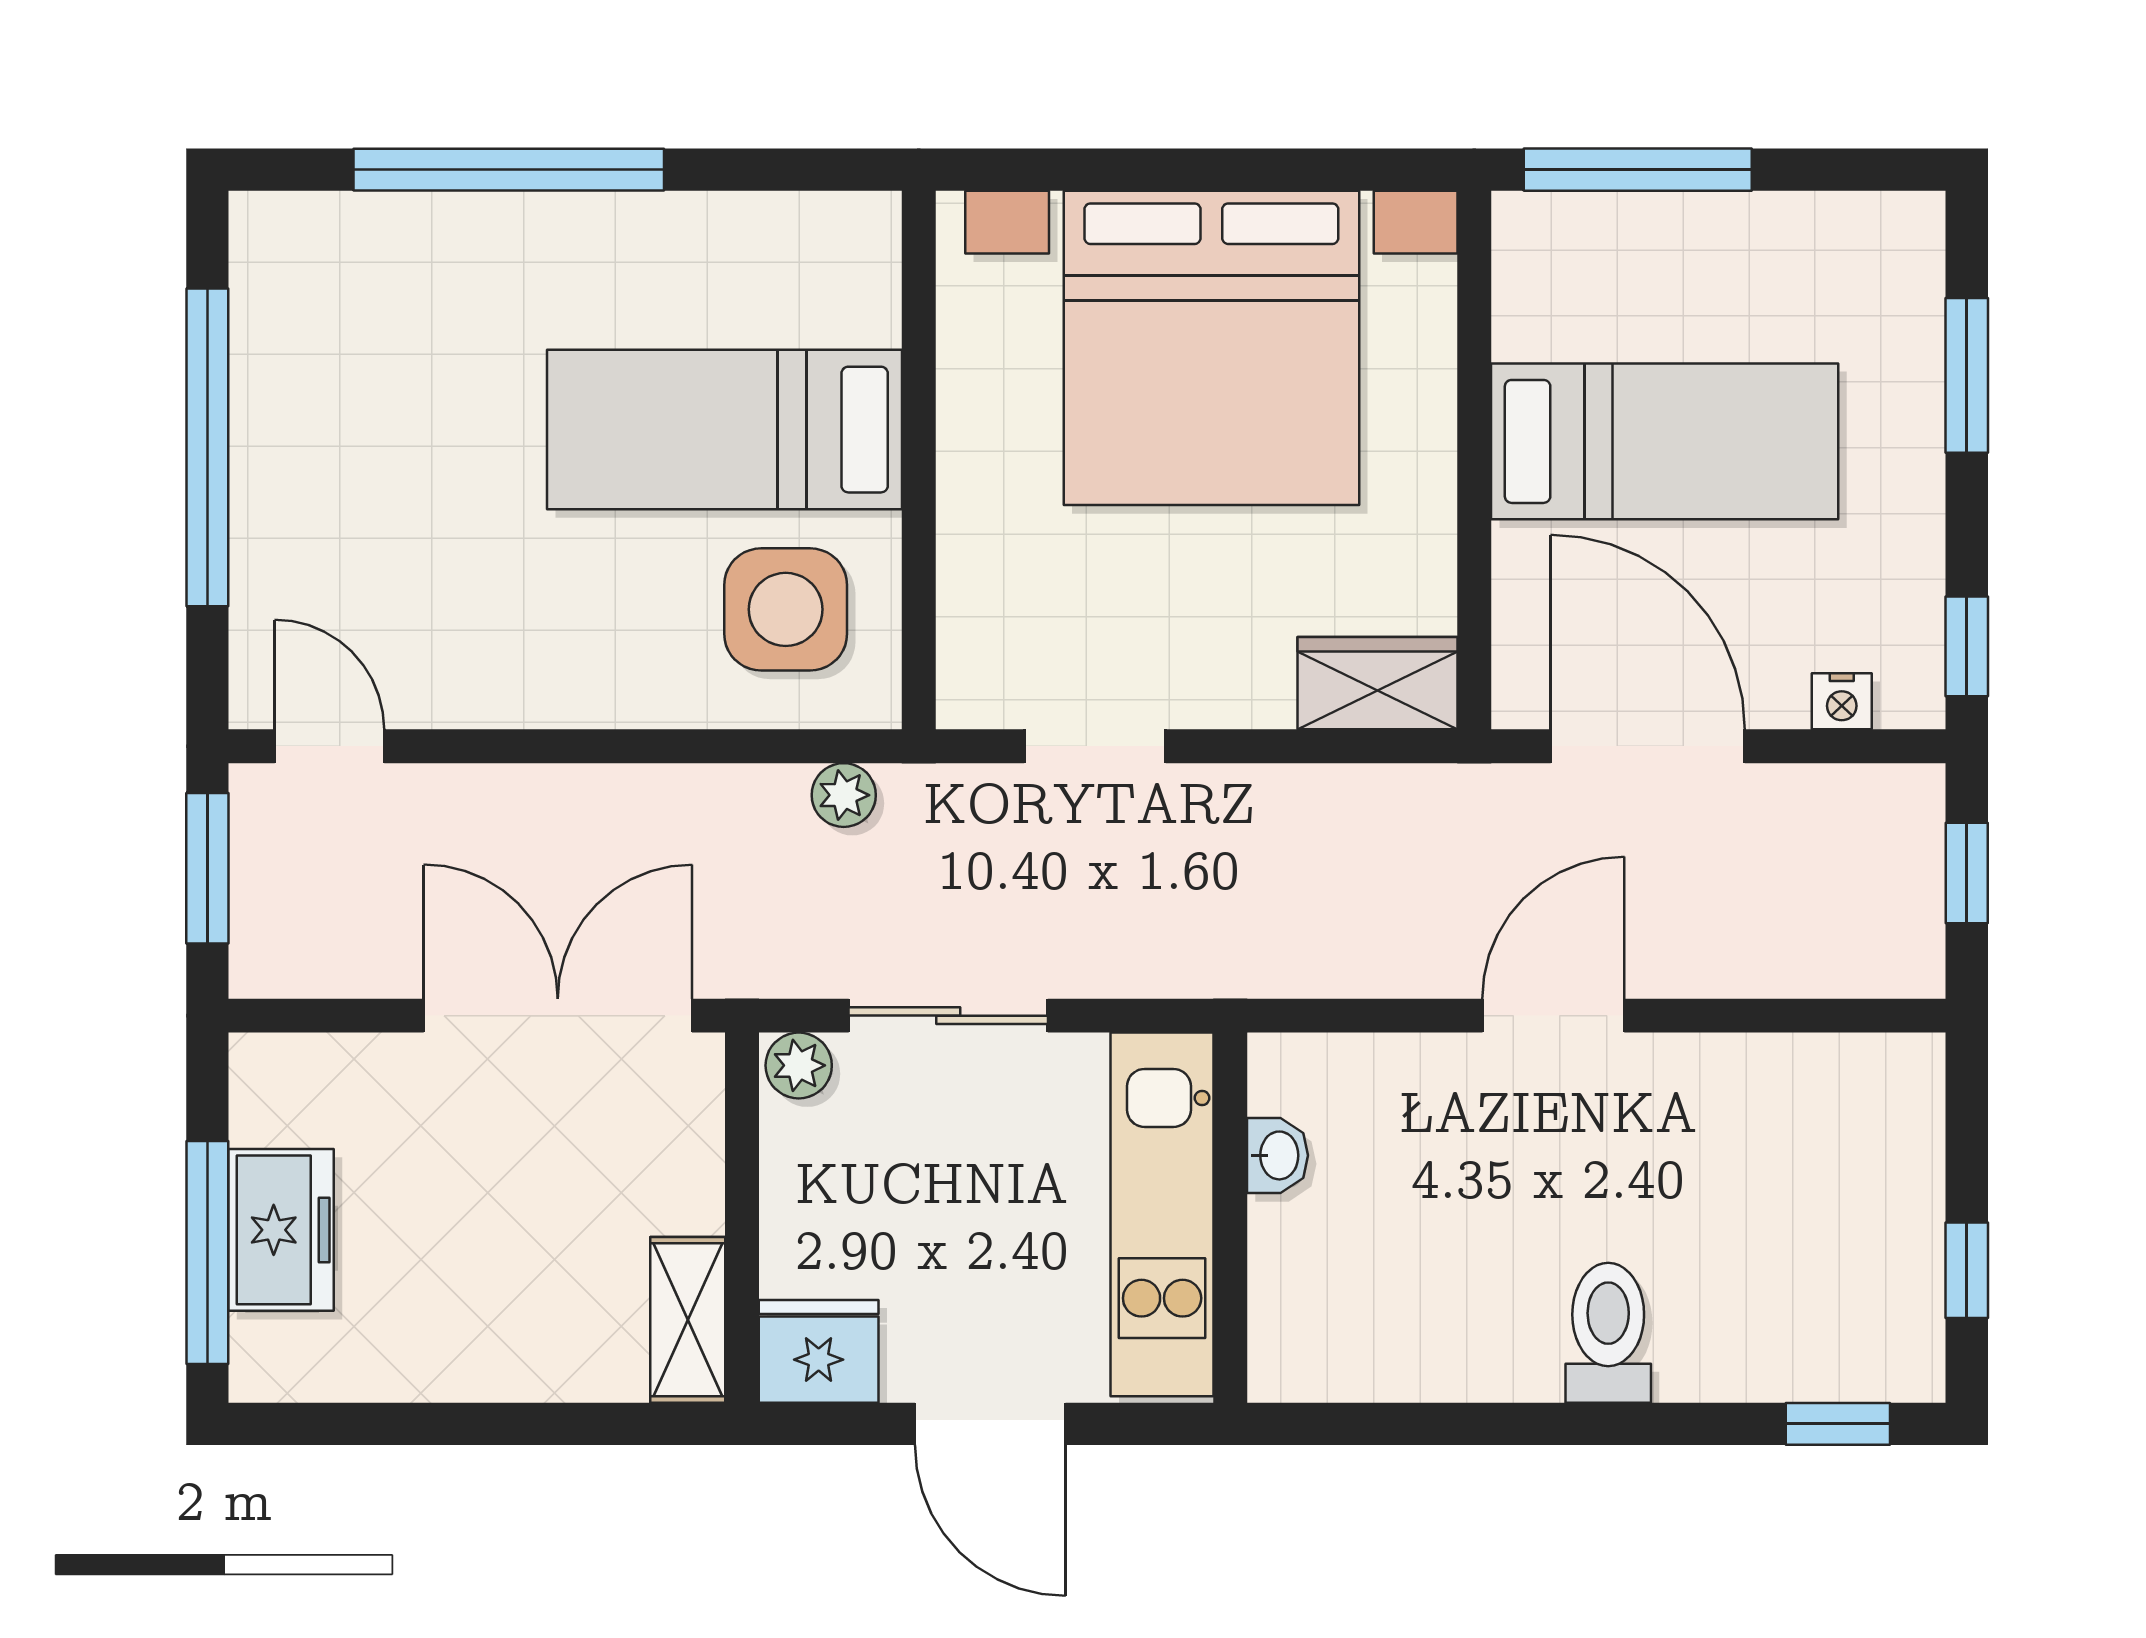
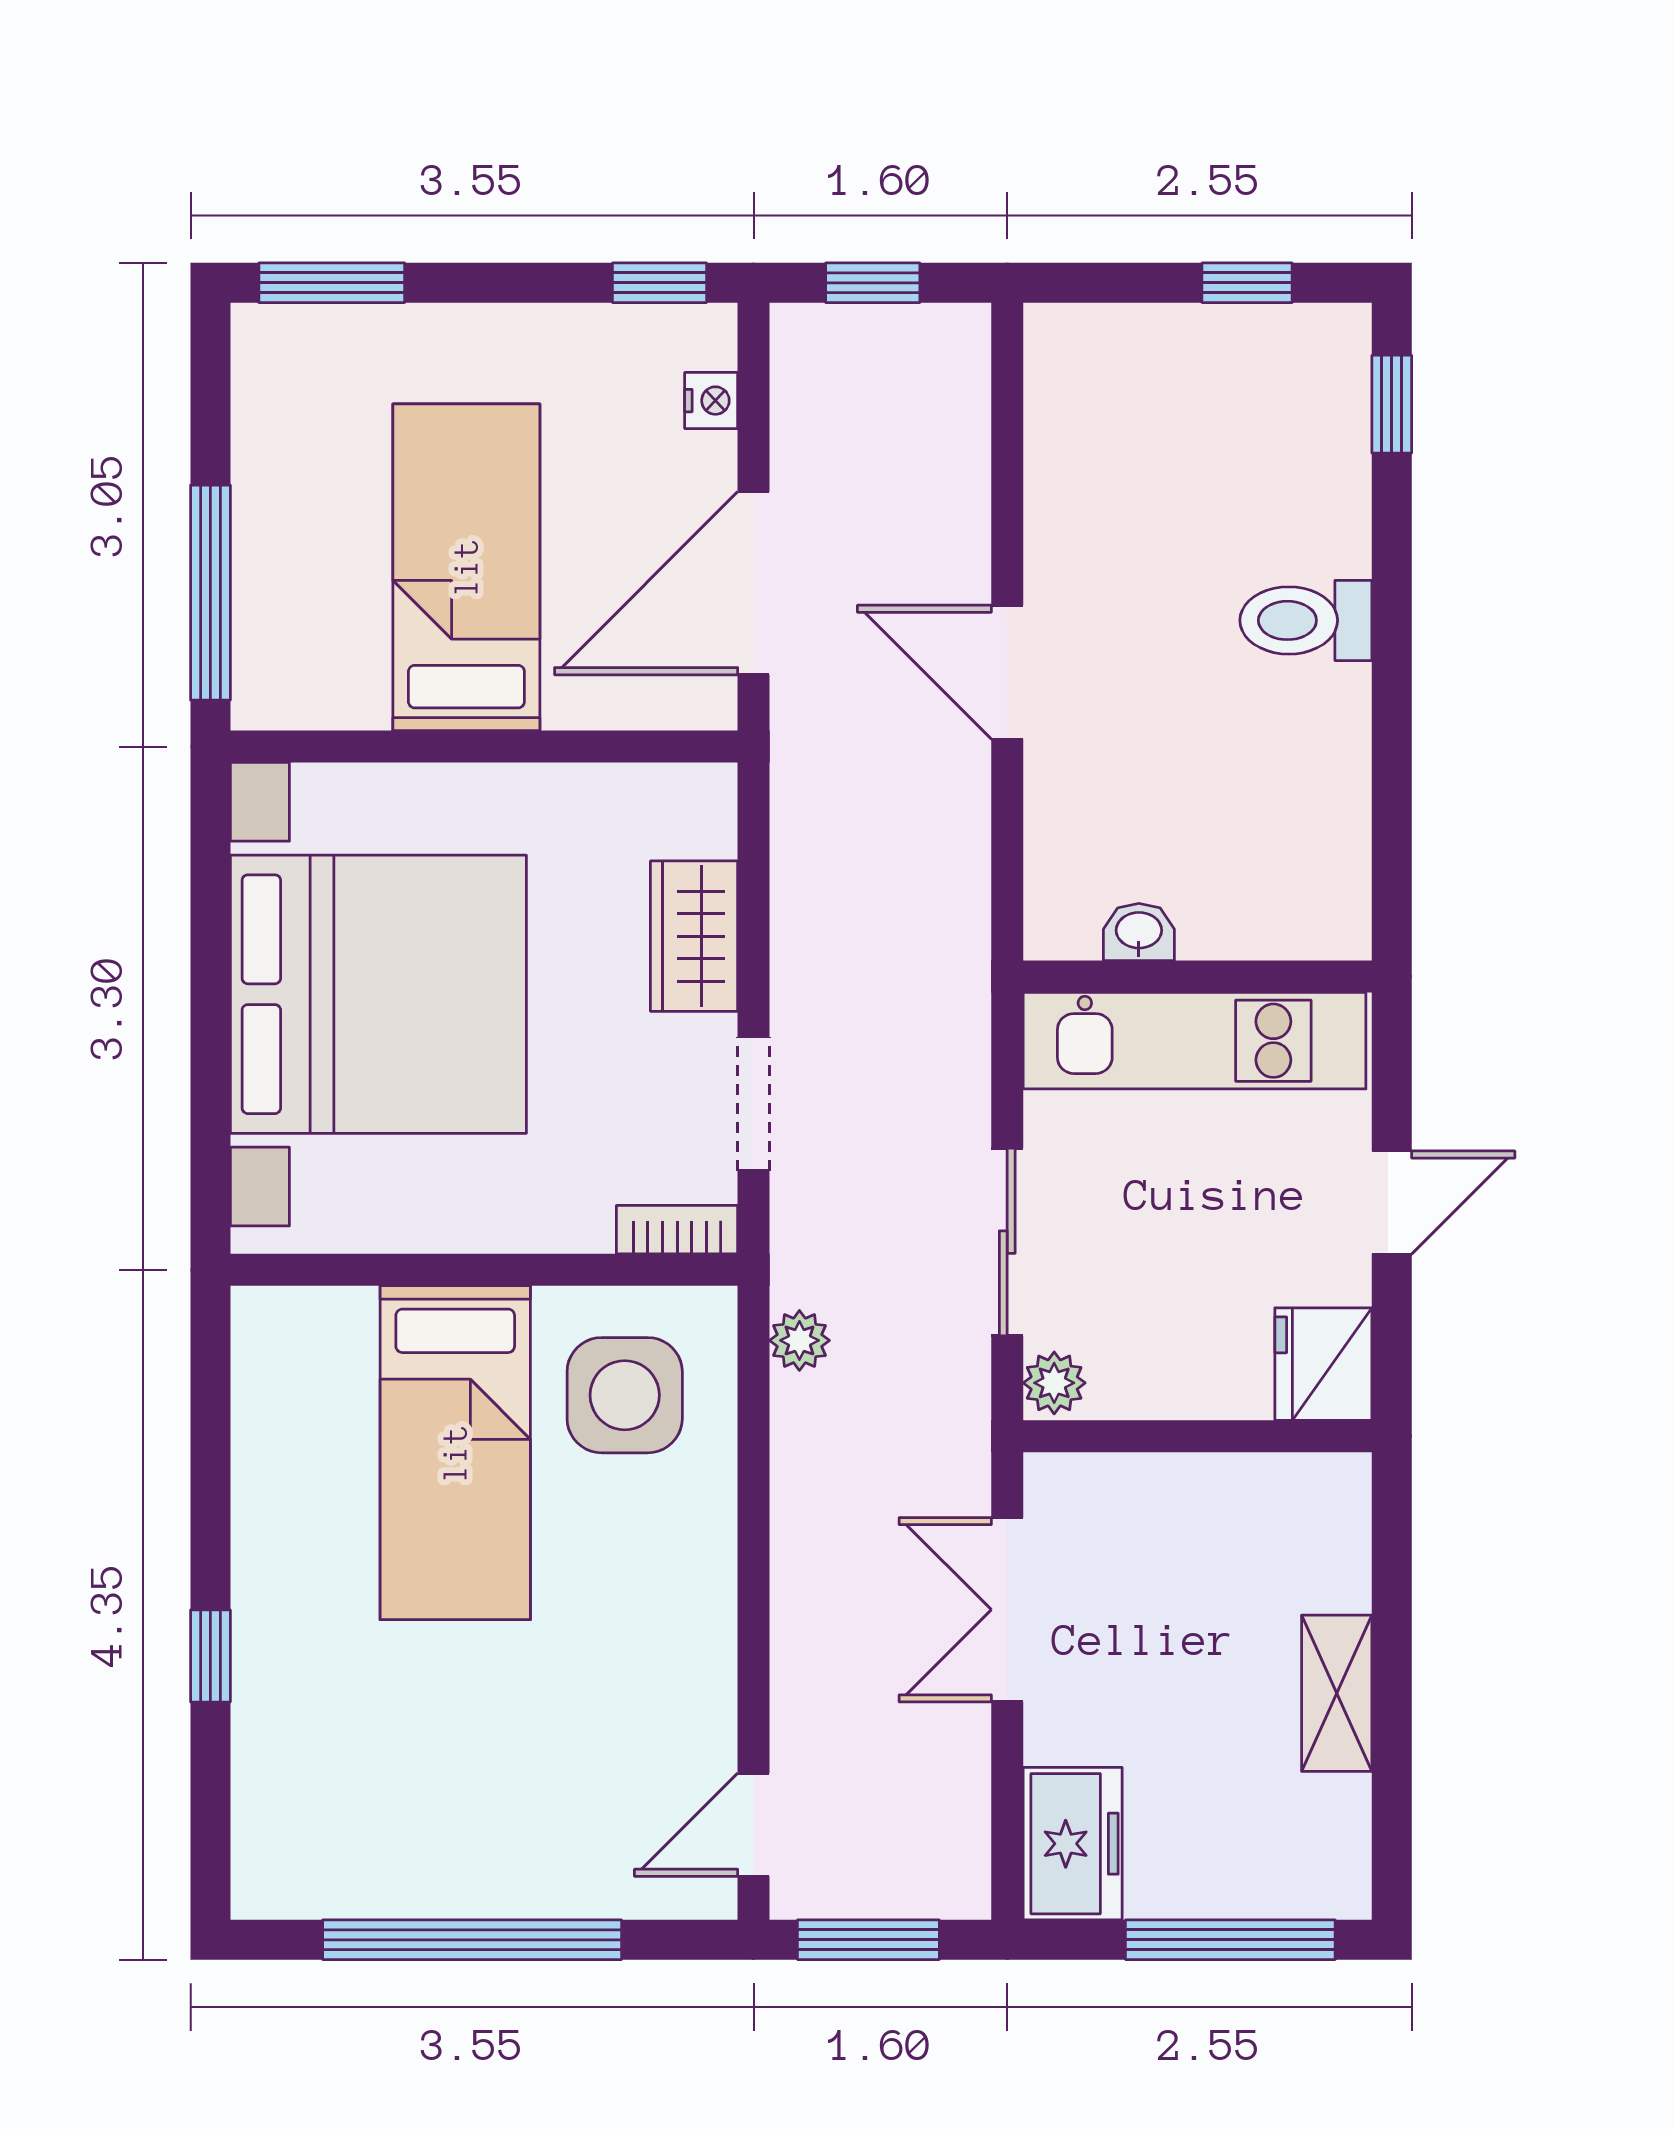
window: (509, 170) -> (210, 1656), width x0.32
window: (1967, 375) -> (332, 283), moved
bookcase: (961, 665) -> (677, 1230), added
wardrobe: (1378, 683) -> (694, 936), moved
double door: (558, 1016) -> (1007, 1610), width x0.73
freezer: (281, 1230) -> (1073, 1844), moved, turned 90
shelving: (688, 1320) -> (1337, 1693), moved, turned 90
door: (990, 1424) -> (1392, 1203), width x0.73

